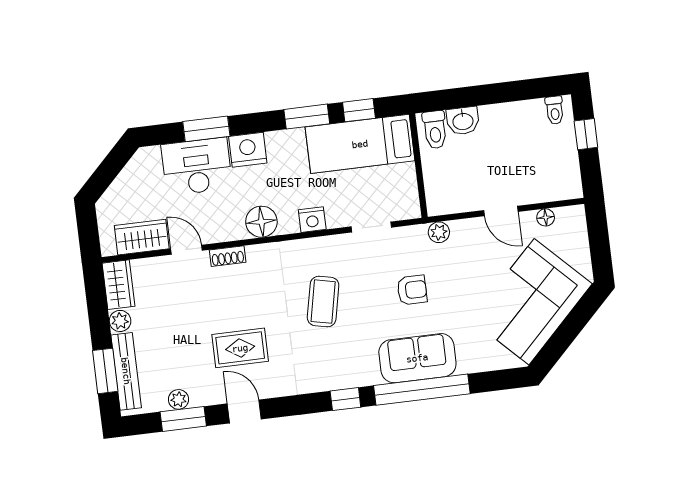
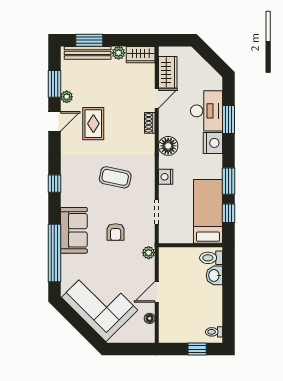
window: (422, 390) -> (54, 253), moved
plant: (178, 399) -> (67, 97), moved

